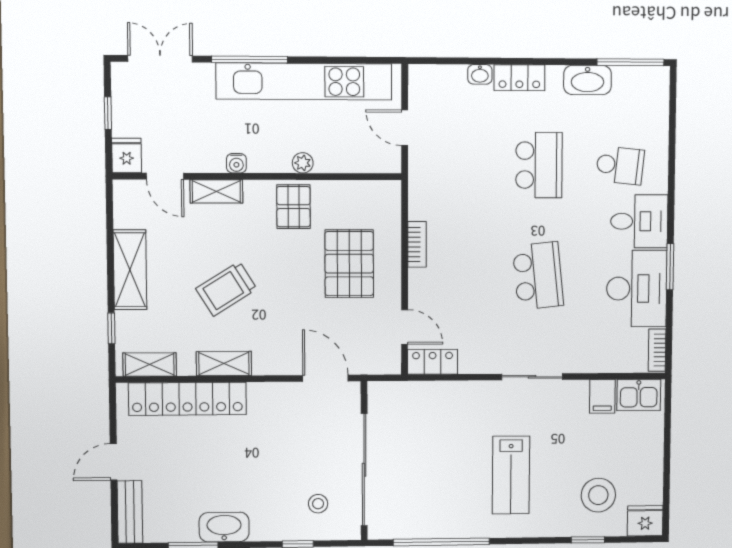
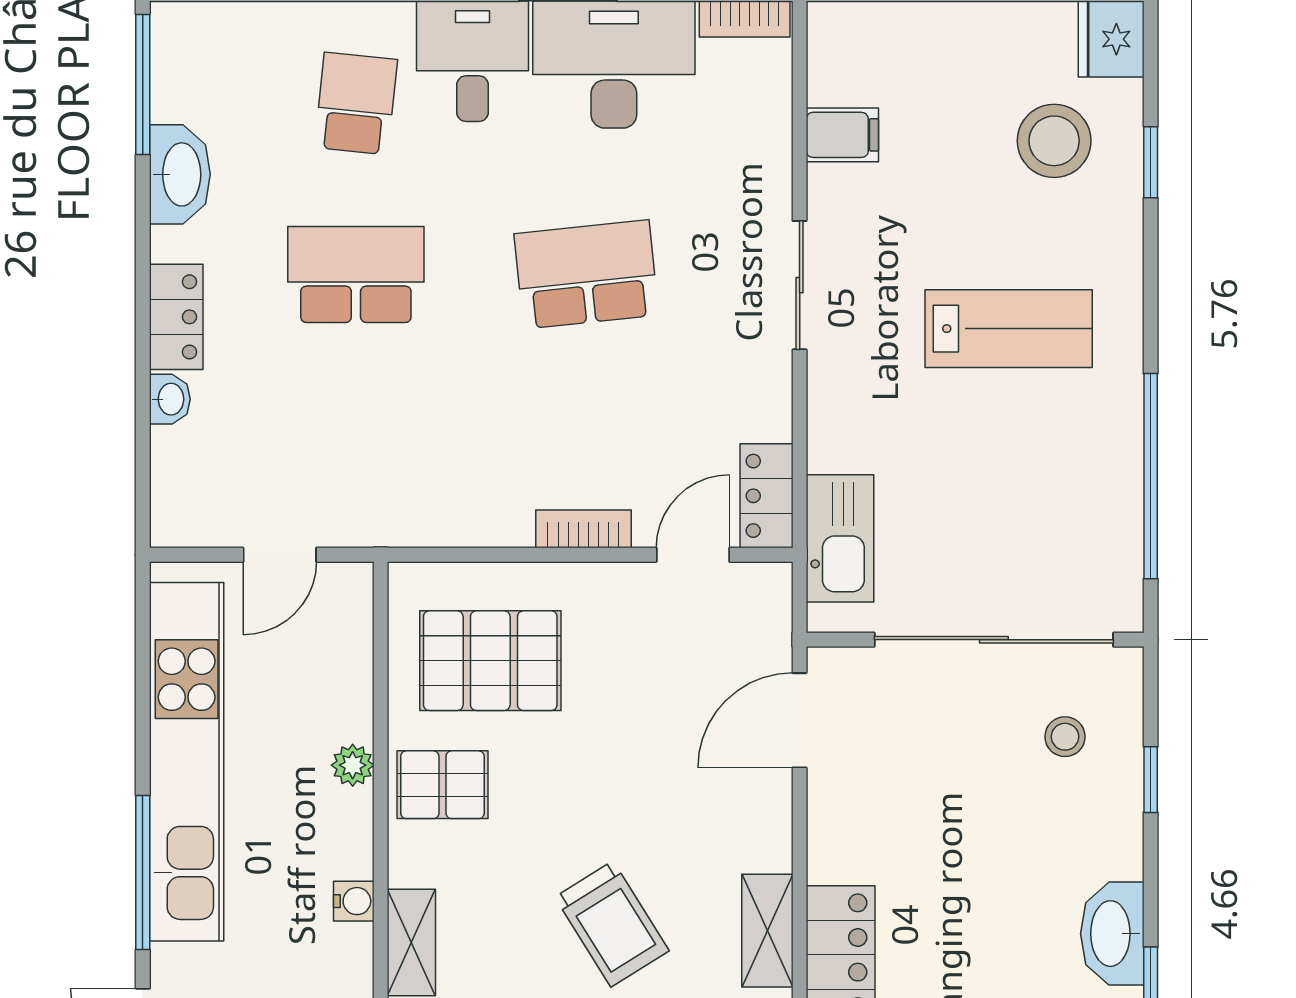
bookcase: (417, 244) -> (583, 529), moved
pallet: (349, 264) -> (490, 661), moved
kitchen sink: (639, 395) -> (840, 538), moved, width x1.38

